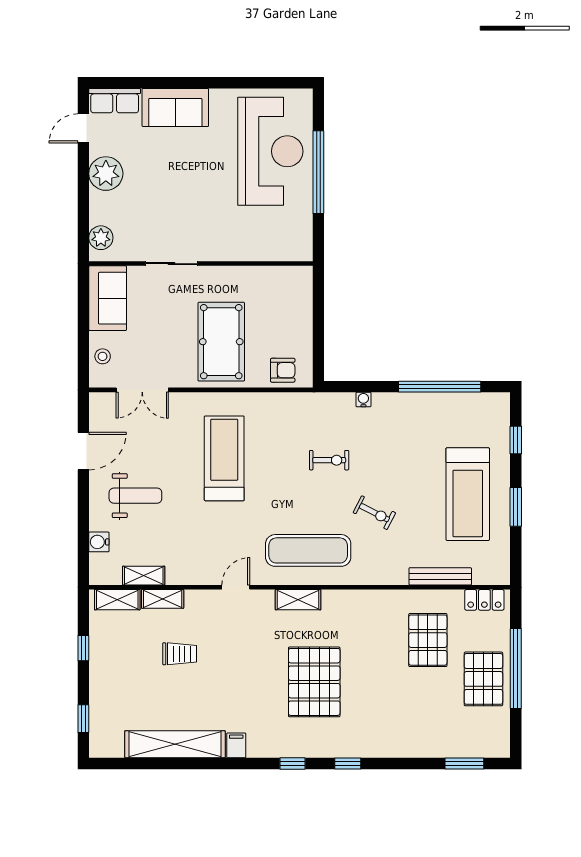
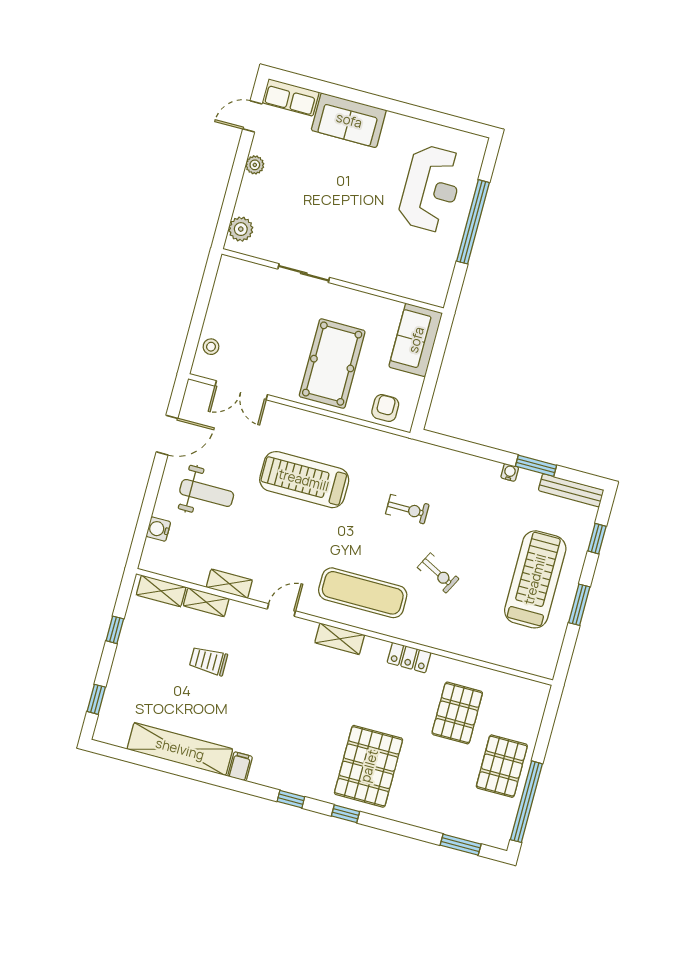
reception desk: (270, 151) -> (431, 189), width x0.74, depth x0.77
plant: (106, 174) -> (255, 165), width x0.53, depth x0.53
sofa: (108, 298) -> (416, 340), moved, turned 180
armchair: (283, 370) -> (385, 408), turned -90
window: (440, 387) -> (536, 466), width x0.47
water cooler: (363, 399) -> (510, 472), moved
treadmill: (224, 458) -> (304, 480), turned -90
treadmill: (468, 494) -> (535, 579), turned 180
shelving: (144, 576) -> (229, 584), moved
bench: (440, 576) -> (571, 490), moved
locker: (484, 600) -> (409, 658), moved
trolley: (180, 654) -> (208, 661), turned 180
window: (516, 668) -> (526, 802), moved
pallet: (314, 682) -> (369, 766), moved

